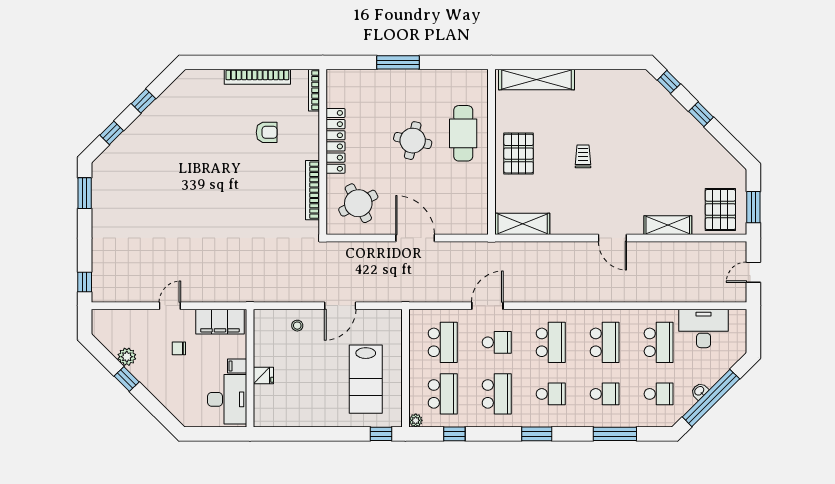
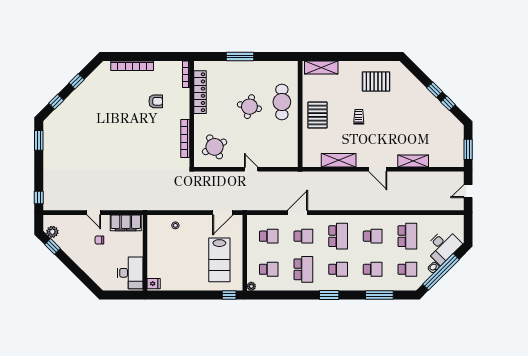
bookcase: (257, 77) -> (132, 66), moved
shelving: (536, 80) -> (321, 68), width x0.68
window: (669, 82) -> (448, 103), moved
locker: (336, 141) -> (200, 92), moved
pallet: (720, 210) -> (376, 82), moved, turned 90
shelving: (523, 224) -> (339, 160), moved
door: (415, 238) -> (251, 169), width x0.53
door: (170, 306) -> (94, 213), swing flipped
door: (340, 306) -> (223, 213), moved
desk: (704, 328) -> (443, 246), moved, turned 135
school desk: (443, 342) -> (269, 236), width x0.54
school desk: (605, 342) -> (373, 236), width x0.54
plant: (127, 357) -> (52, 232), moved
filing cabinet: (237, 366) -> (137, 251), removed
fridge: (263, 375) -> (154, 284), moved
window: (127, 379) -> (53, 246), moved
school desk: (443, 394) -> (269, 269), width x0.54
window: (454, 434) -> (276, 295), removed

